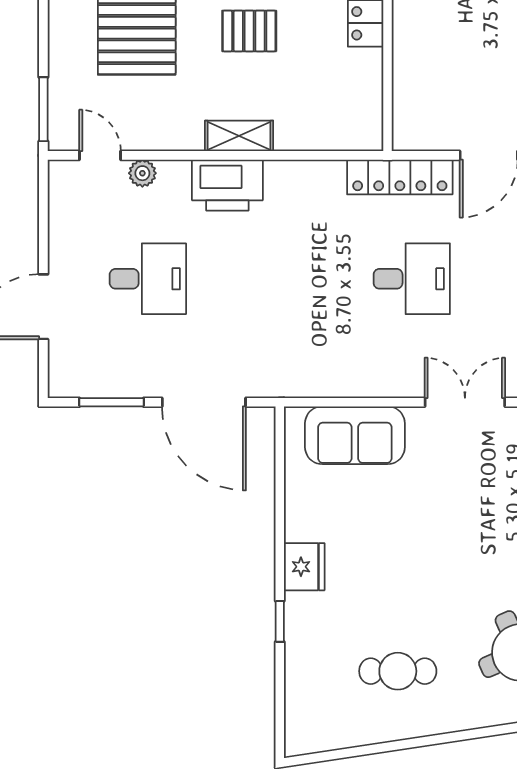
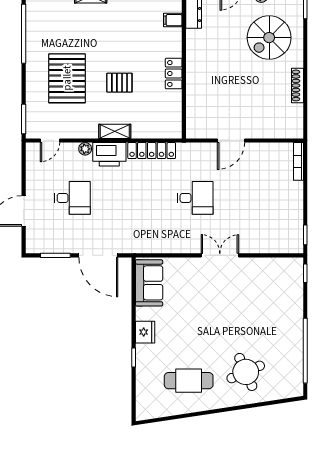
door: (100, 155) -> (50, 140), swing flipped
plant: (142, 173) -> (85, 149), moved
locker: (400, 177) -> (152, 151), moved
sofa: (355, 435) -> (149, 283), moved, turned -90
cafe table: (398, 671) -> (189, 381), width x1.37, depth x1.35

